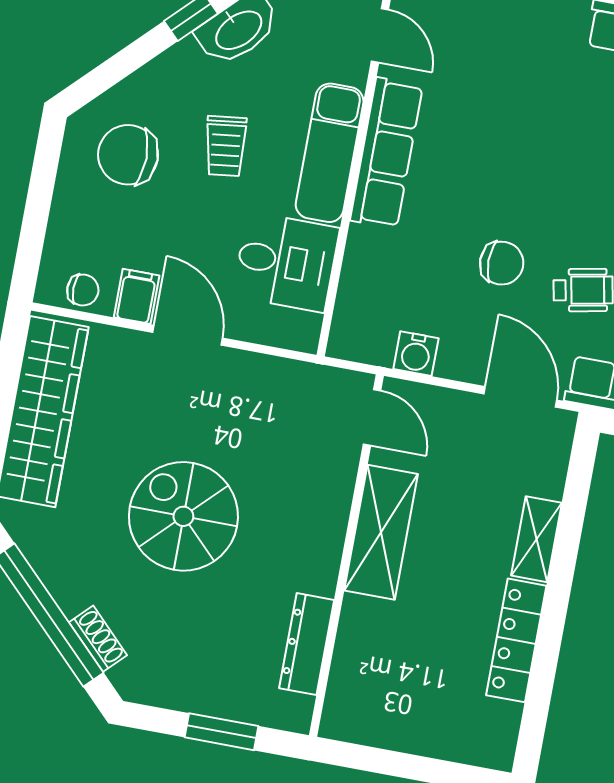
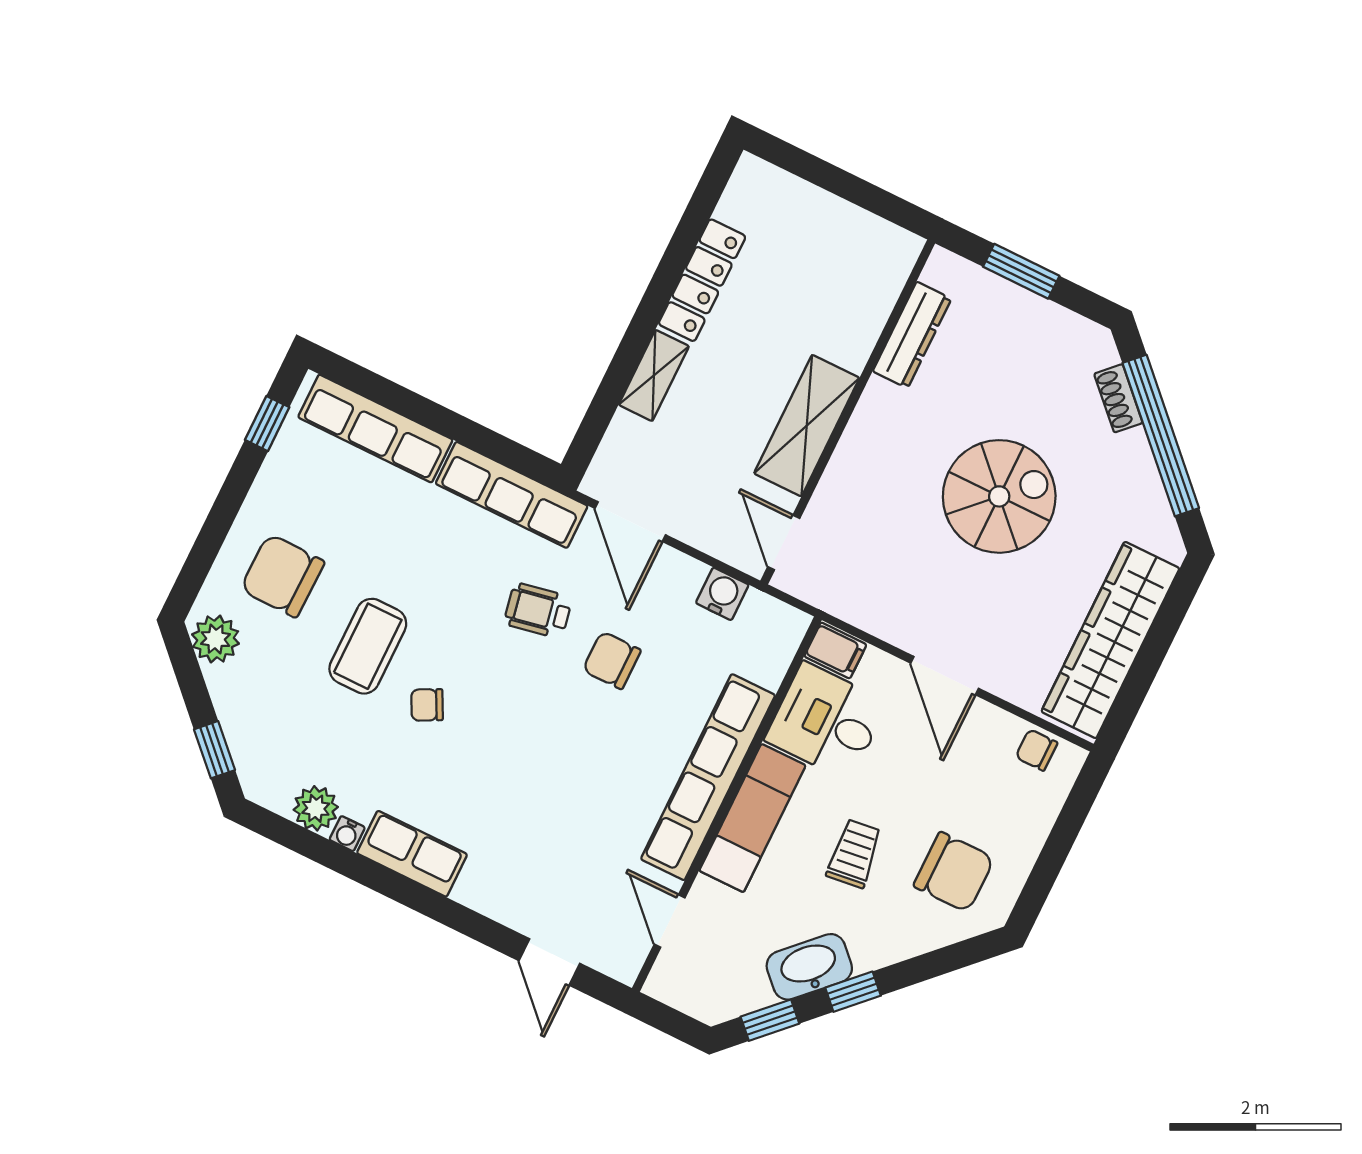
row of seats: (386, 153) -> (708, 777), width x1.36
filing cabinet: (137, 296) -> (835, 650), moved, turned -90
spiral stairs: (183, 516) -> (999, 496), turned -90

